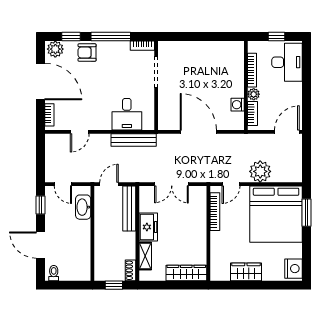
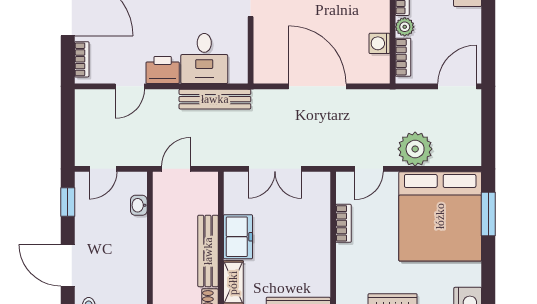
printer: (101, 122) -> (163, 70), added
door: (63, 184) -> (103, 169), hinge flipped
washbasin: (83, 207) -> (139, 205), width x0.52, depth x0.69
bench: (129, 208) -> (208, 251), moved
bookcase: (215, 212) -> (343, 223), width x0.64

